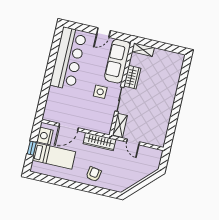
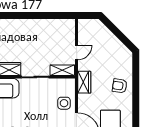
side table: (100, 92) -> (64, 103), moved
wardrobe: (99, 142) -> (84, 82), width x0.67

